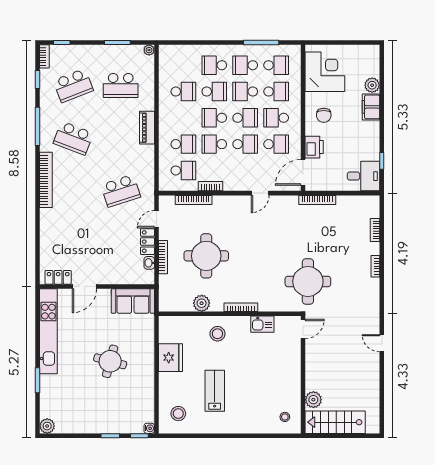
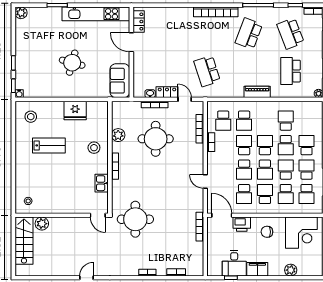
school desk: (183, 92) -> (286, 121), turned 180
filing cabinet: (371, 107) -> (257, 269), moved
desk: (364, 176) -> (234, 263), moved

